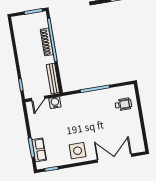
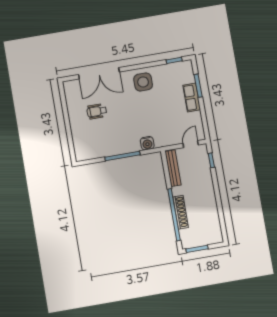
water cooler: (55, 103) -> (147, 143), moved
wheelchair: (123, 104) -> (97, 111), moved
row of seats: (39, 150) -> (192, 97), moved

